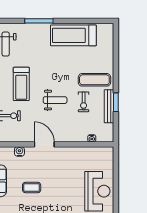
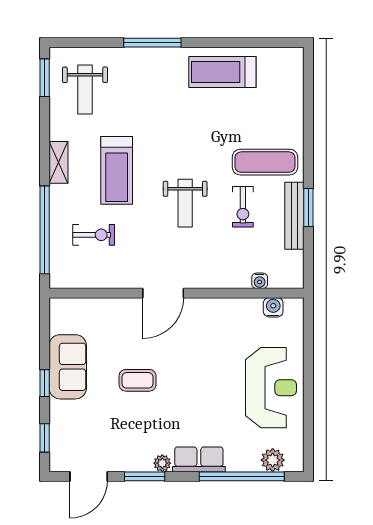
treadmill: (73, 35) -> (222, 72), width x0.73, depth x0.73
weight bench: (55, 100) -> (185, 203), turned 90
door: (44, 144) -> (163, 293), swing flipped
water cooler: (19, 151) -> (273, 307), moved

